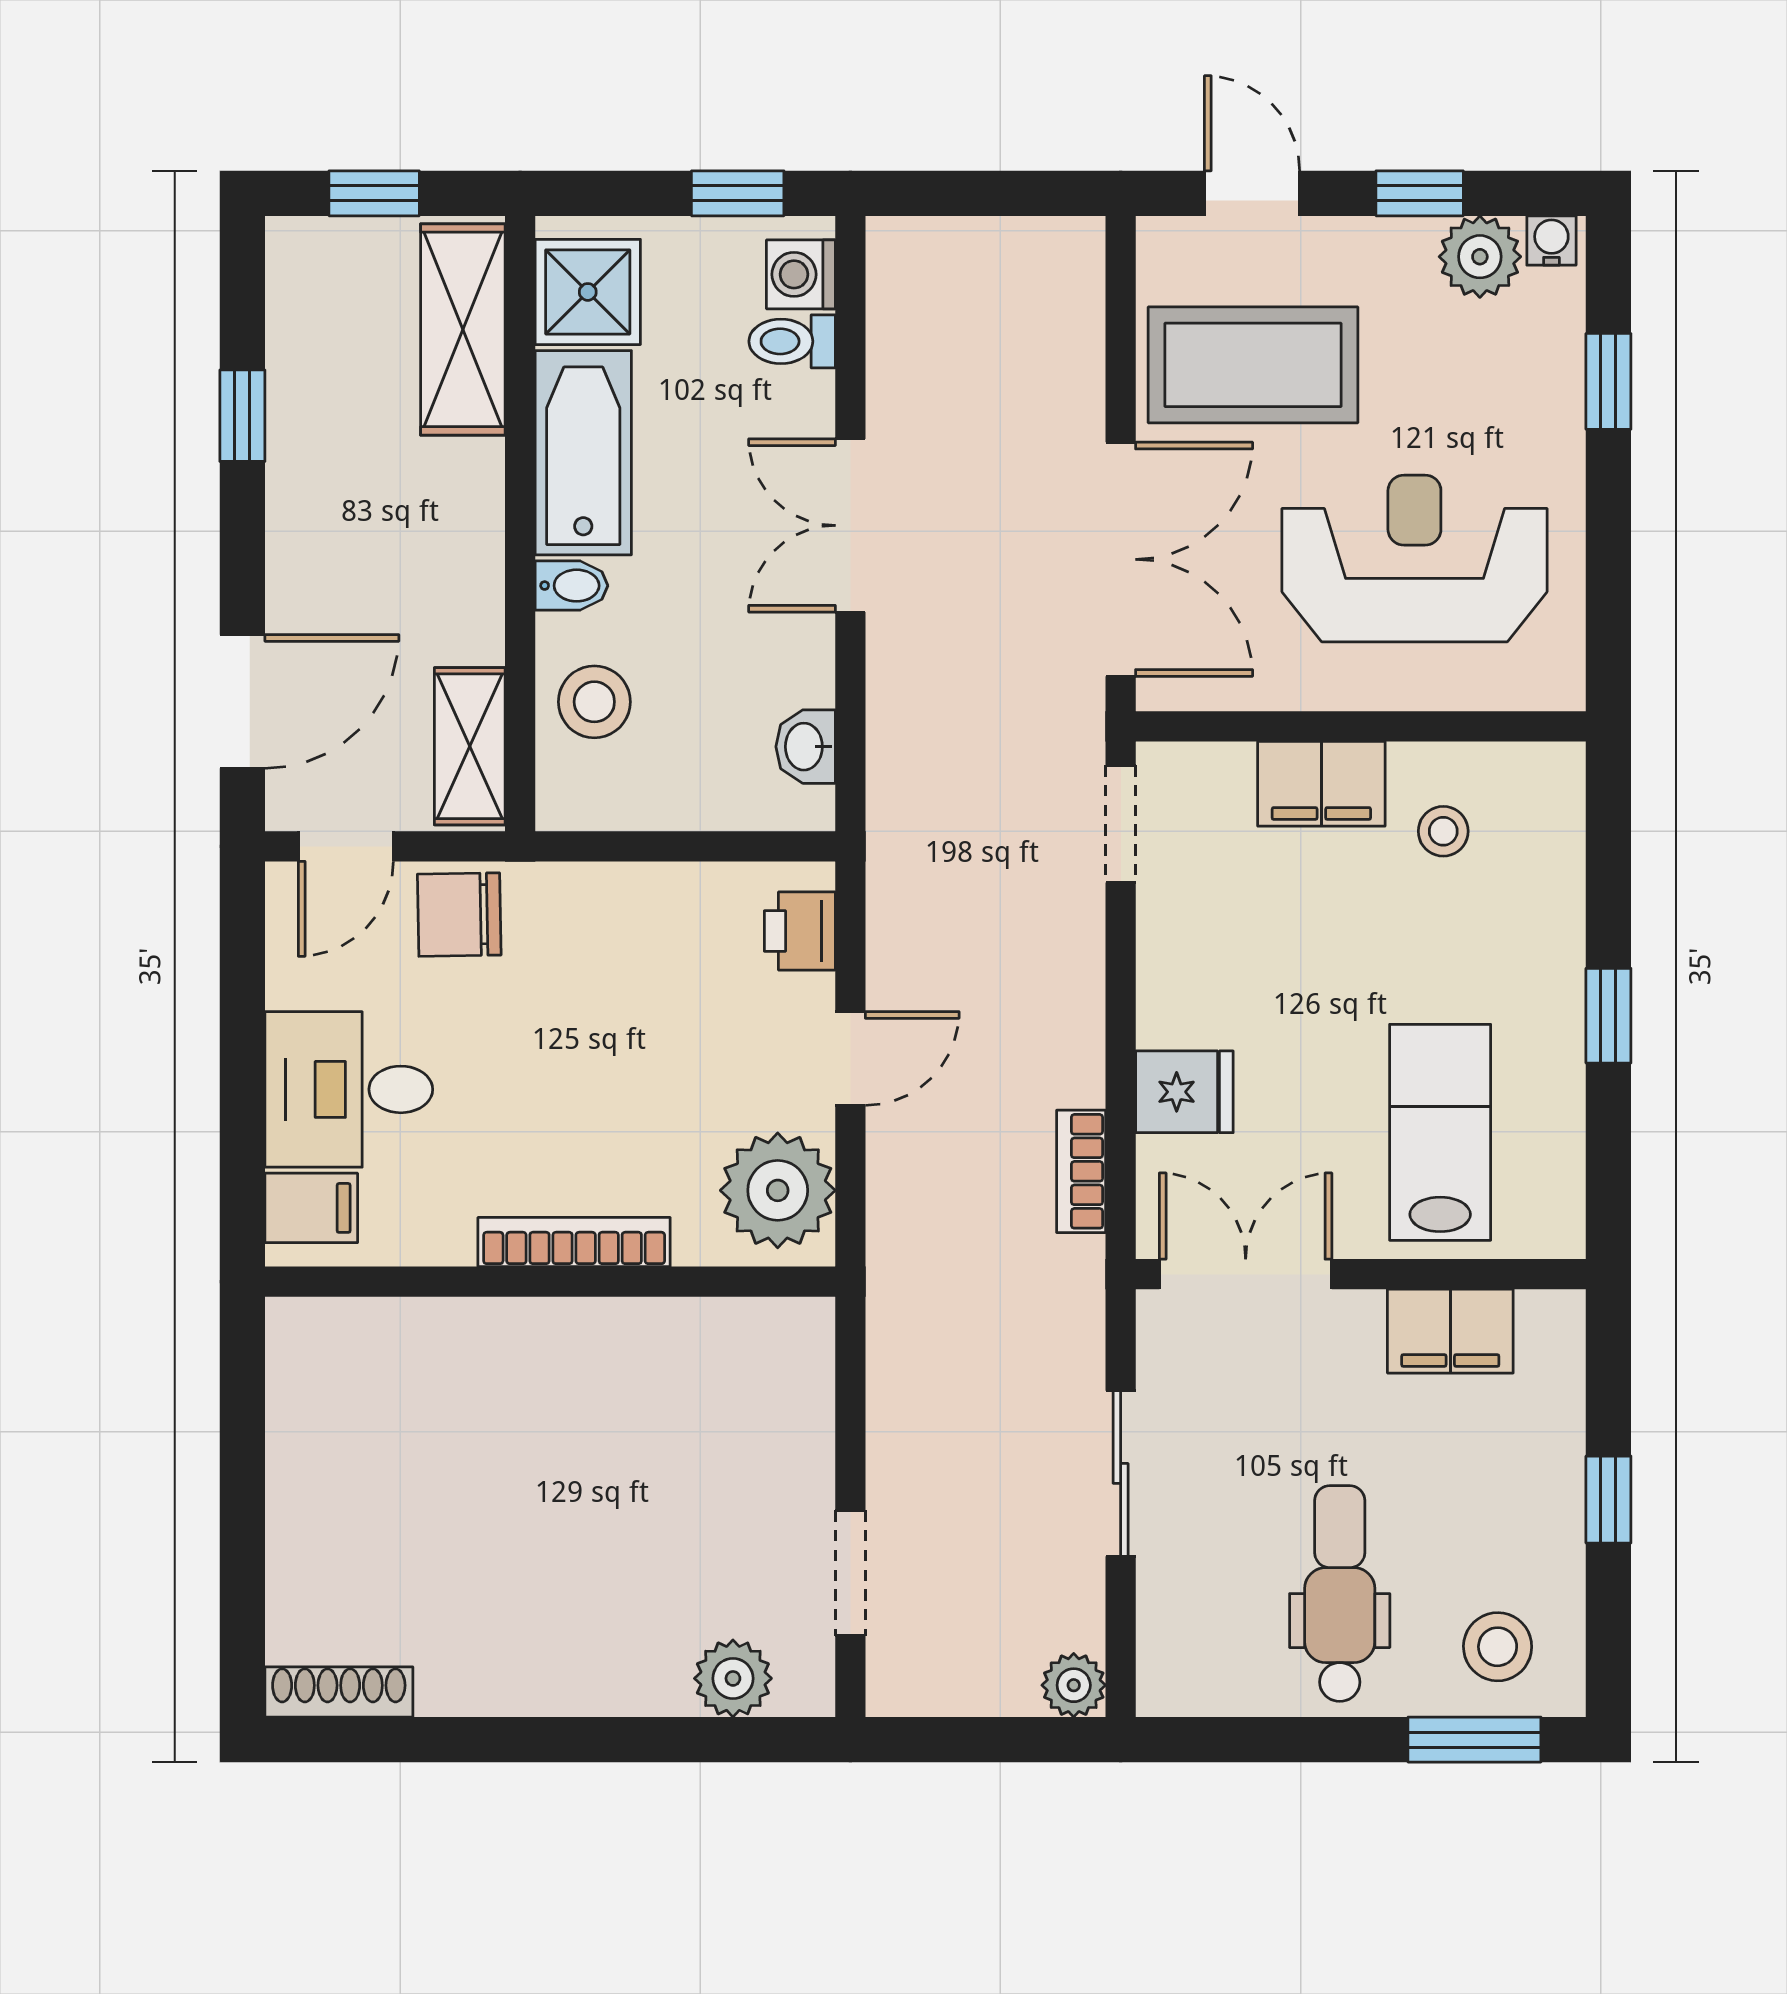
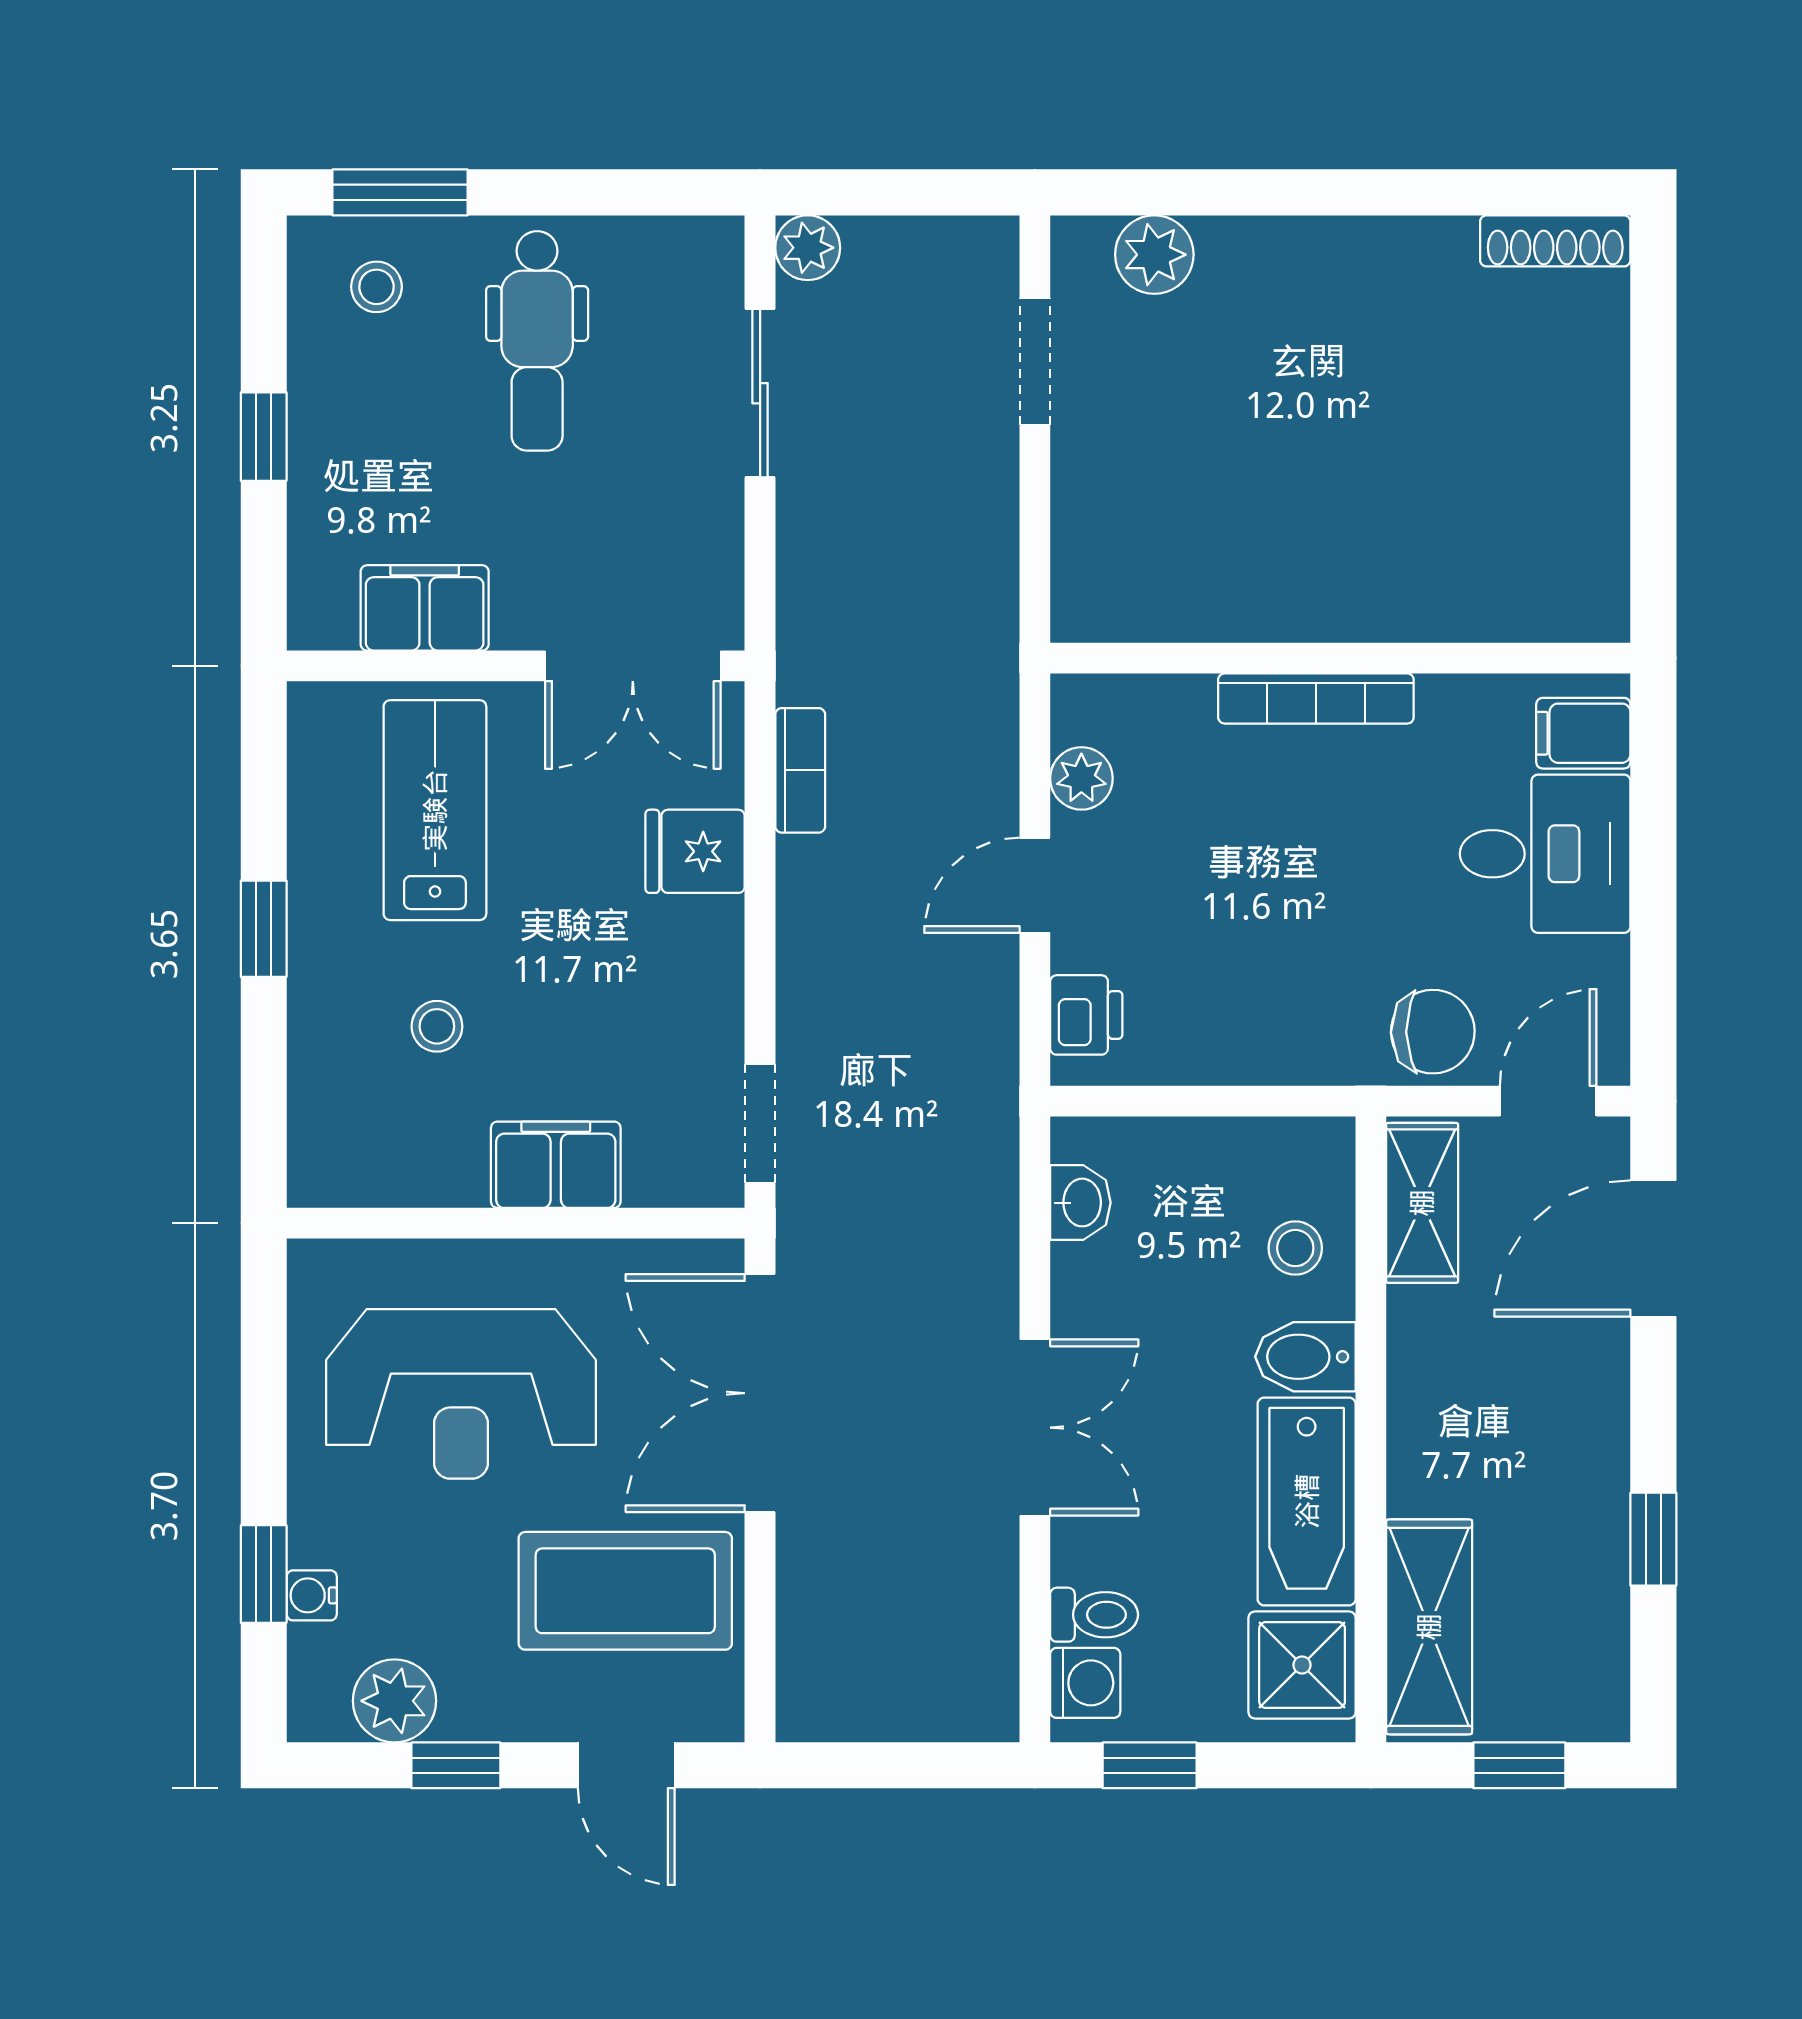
water cooler: (1551, 241) -> (312, 1595), moved, turned 90
bidet: (571, 586) -> (1305, 1357), width x1.38, depth x1.36
stool: (594, 702) -> (1295, 1248), width x0.73, depth x0.73
stool: (1443, 831) -> (437, 1026), moved
lab bench: (1440, 1132) -> (435, 810), turned 180
plant: (778, 1190) -> (1081, 778), width x0.53, depth x0.53
sliding door: (1121, 1473) -> (760, 393), moved
stool: (1498, 1647) -> (376, 287), width x0.73, depth x0.73

